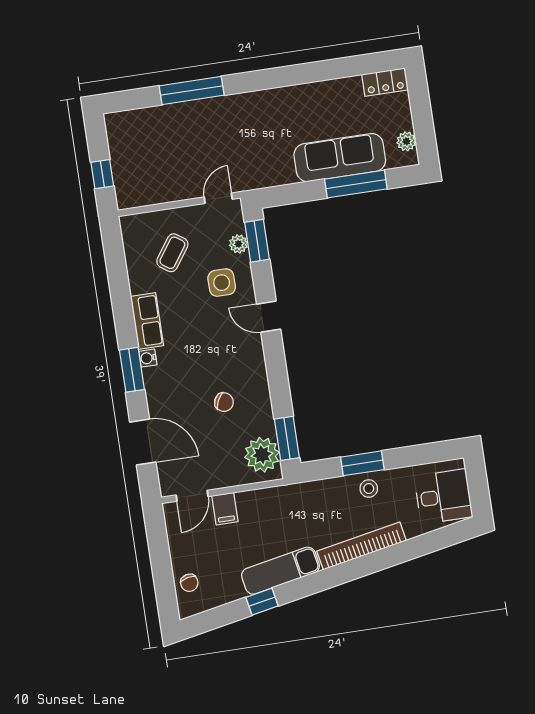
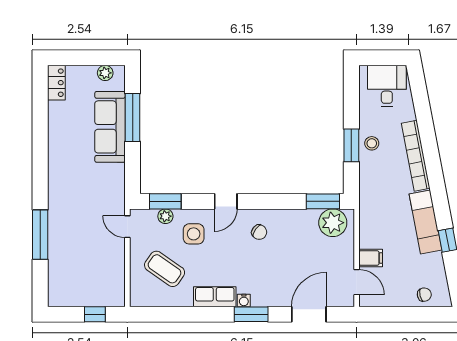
coffee table: (172, 253) -> (165, 269), width x1.36, depth x1.30
chair: (224, 402) -> (259, 232), moved, turned 100

